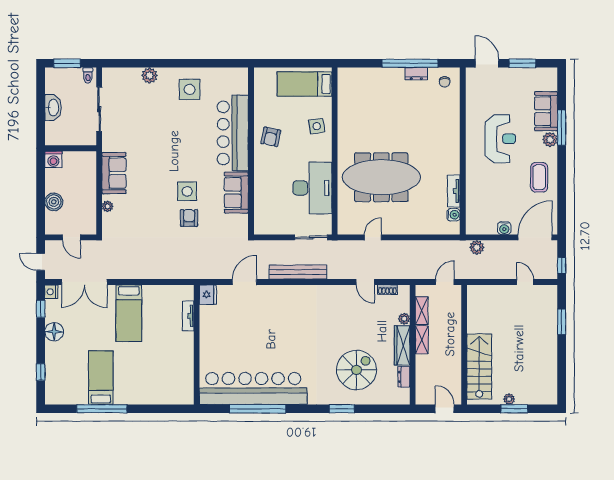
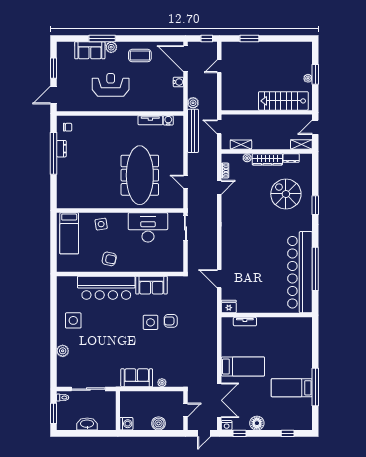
bench: (298, 272) -> (193, 131), moved
shelving: (422, 340) -> (301, 145), moved

